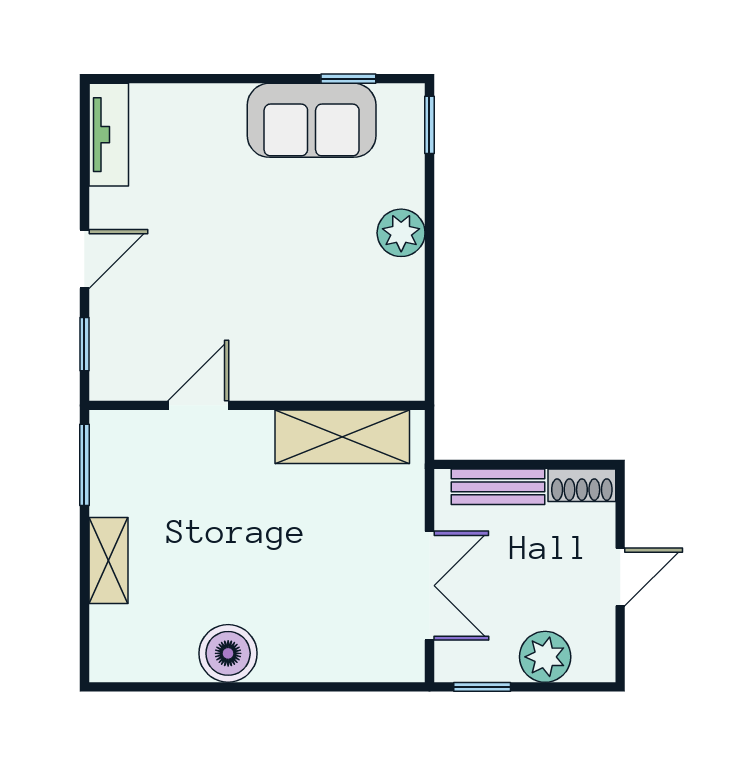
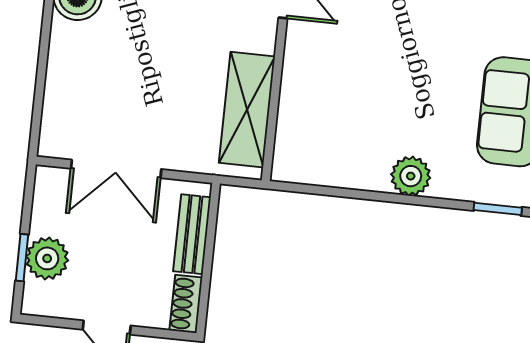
window: (482, 687) -> (22, 258), moved

